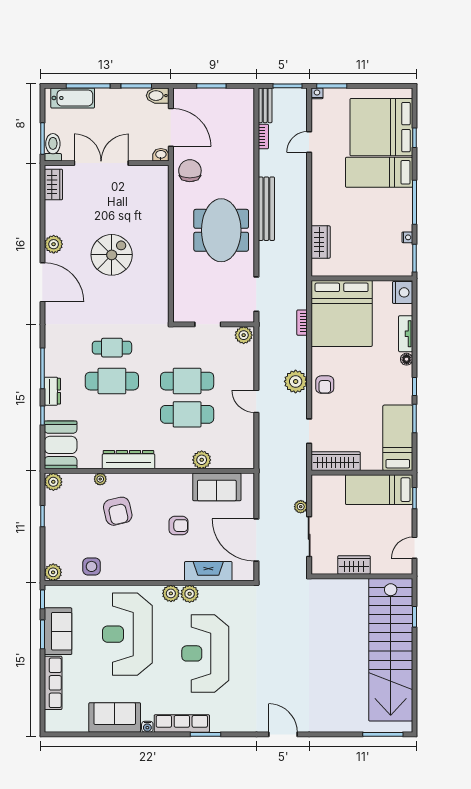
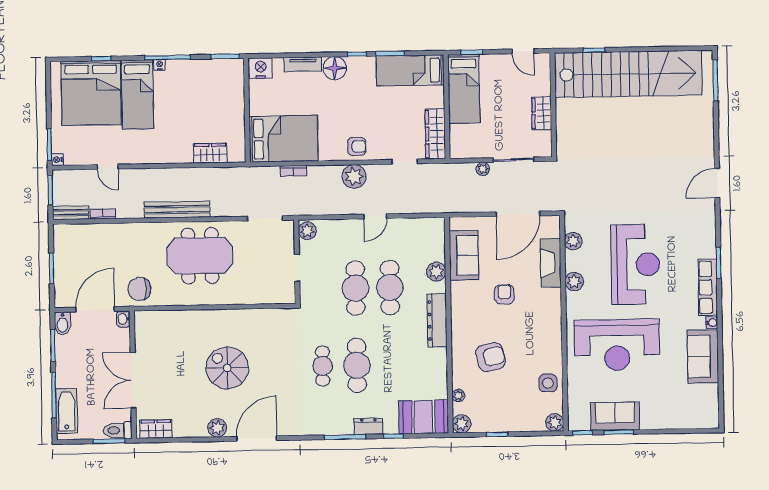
nightstand: (407, 237) -> (159, 65), moved
bed: (342, 313) -> (283, 139), width x0.73
floor lamp: (407, 359) -> (335, 68), width x1.89, depth x1.89
dresser: (128, 460) -> (437, 320), moved
plant: (100, 479) -> (458, 396), moved
plant: (171, 593) -> (573, 241), moved
reception desk: (205, 653) -> (635, 264), turned -90
row of seats: (53, 683) -> (668, 420), removed

